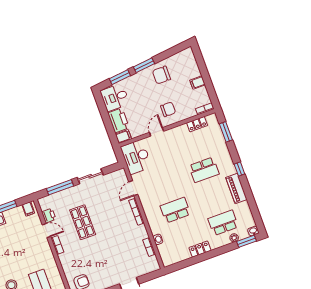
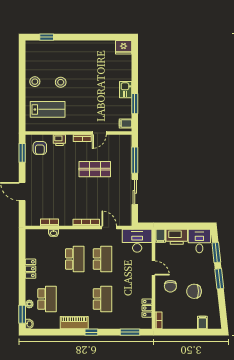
chair: (161, 75) -> (194, 291), moved, turned -90
filing cabinet: (198, 82) -> (202, 322), moved
school desk: (204, 170) -> (102, 299), turned 180
school desk: (166, 184) -> (102, 259), added
printer: (49, 216) -> (59, 140), moved

